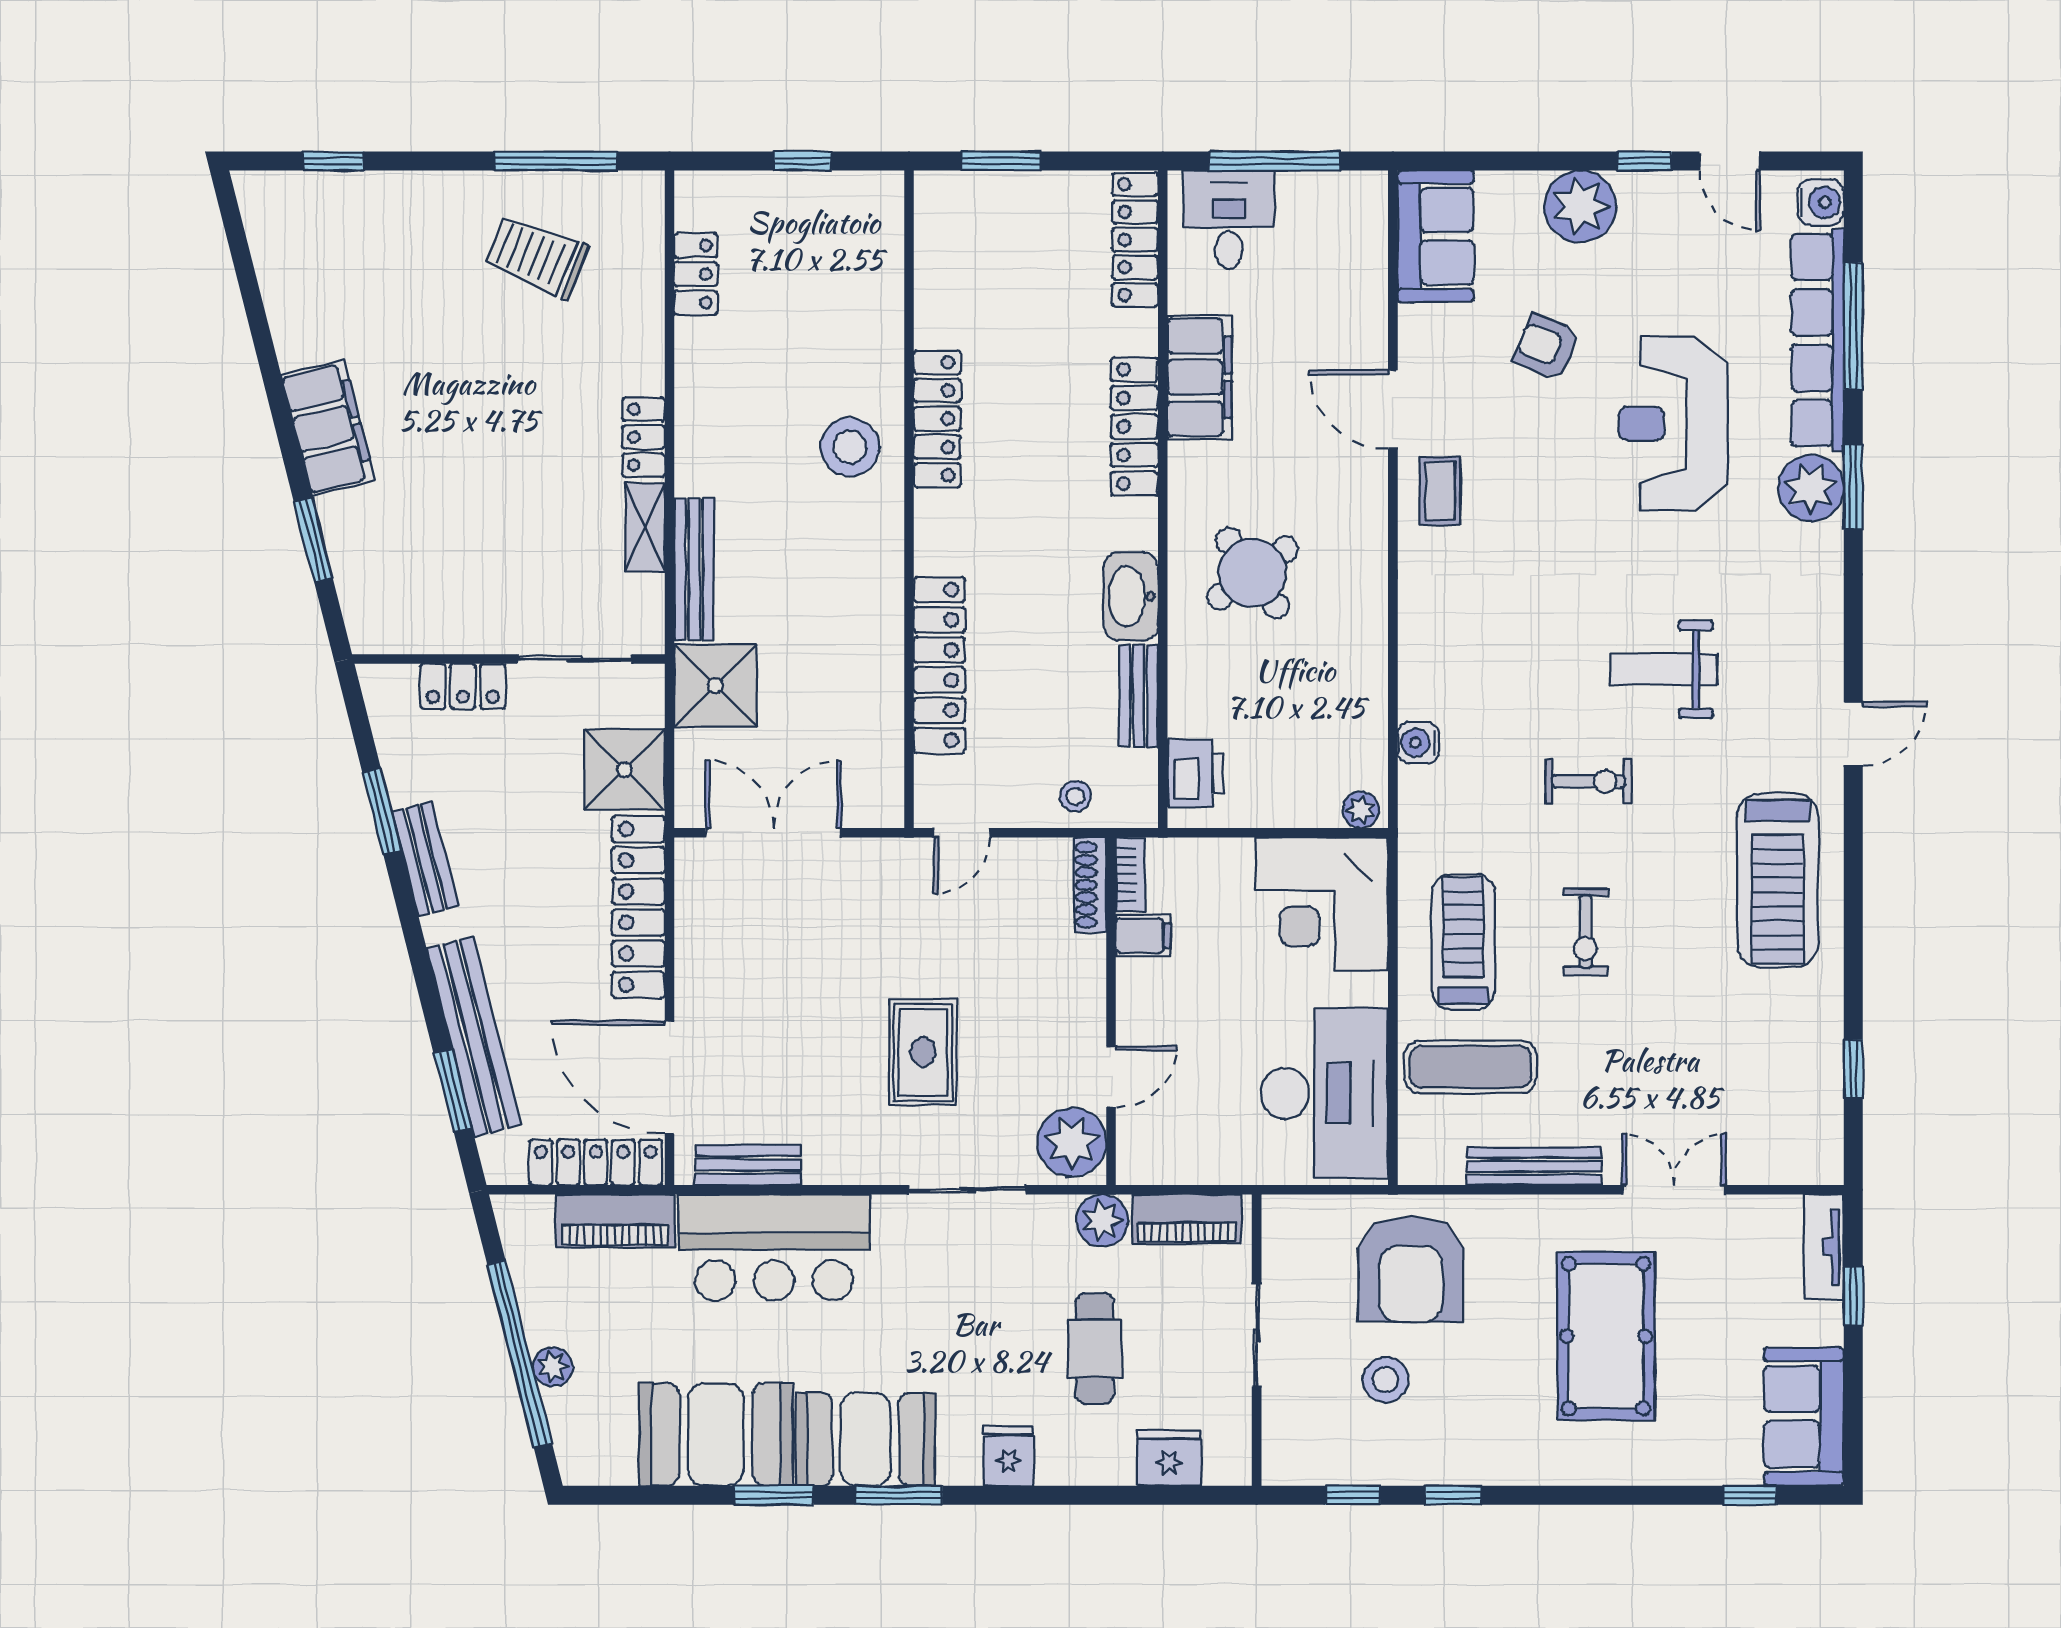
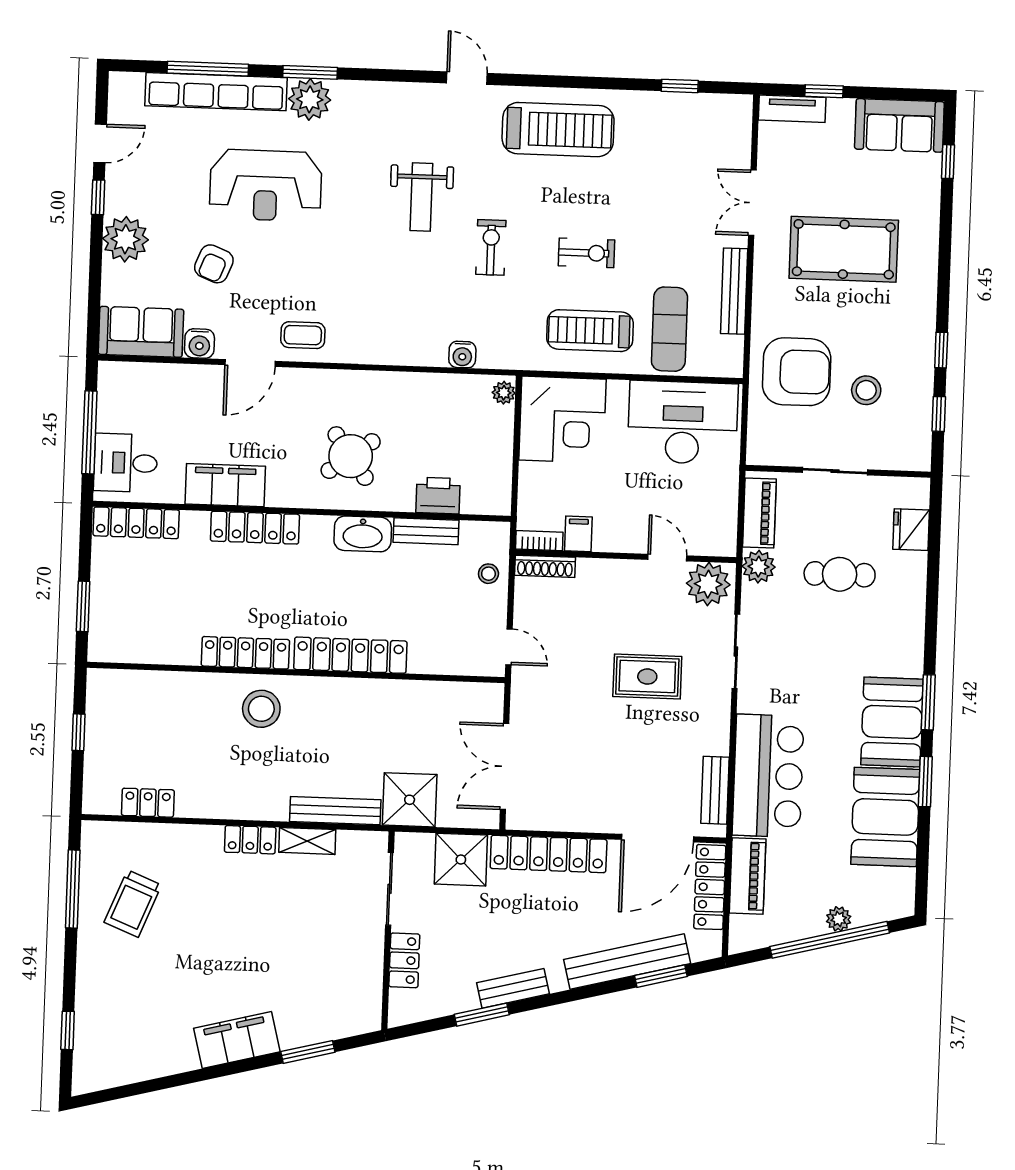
water cooler: (1821, 202) -> (199, 344), moved, turned 180
locker: (939, 665) -> (350, 655), moved
printer: (1195, 773) -> (438, 496), moved
fridge: (1008, 1456) -> (906, 632), removed

